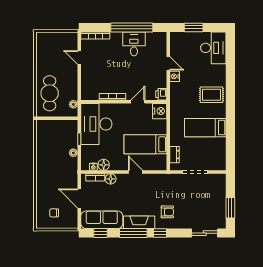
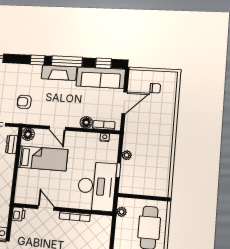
door: (138, 102) -> (46, 208), swing flipped
nightstand: (160, 111) -> (23, 195), removed
floor lamp: (104, 165) -> (28, 134), moved
door: (79, 198) -> (124, 103), hinge flipped
armchair: (167, 212) -> (24, 102), moved

